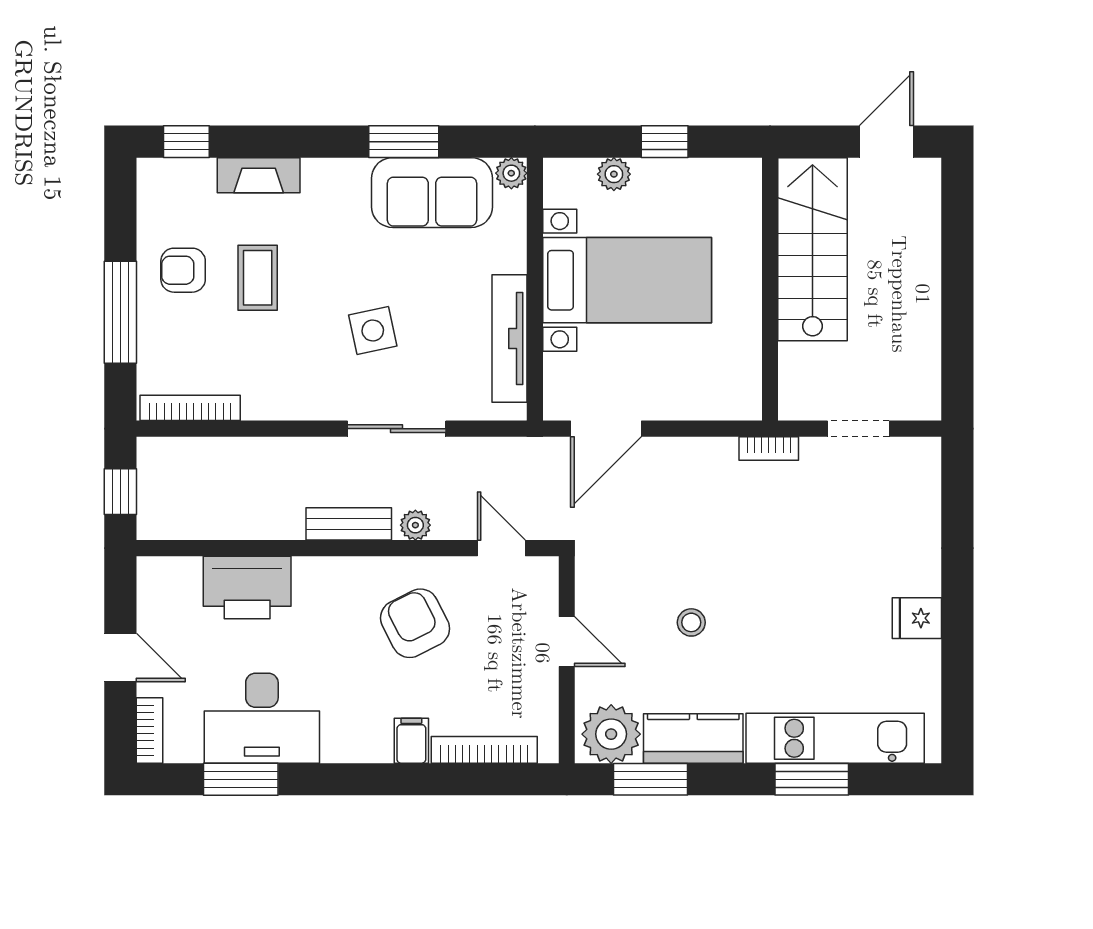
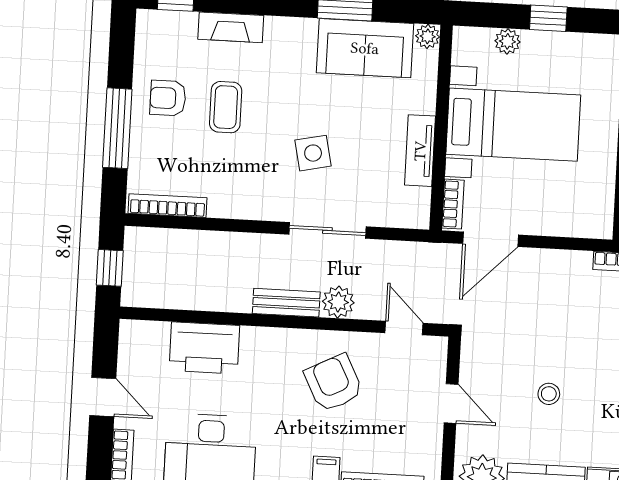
tv unit: (510, 339) -> (420, 151), width x0.71
bookcase: (555, 386) -> (453, 204), added
plant: (415, 525) -> (338, 302), width x1.38, depth x1.38

